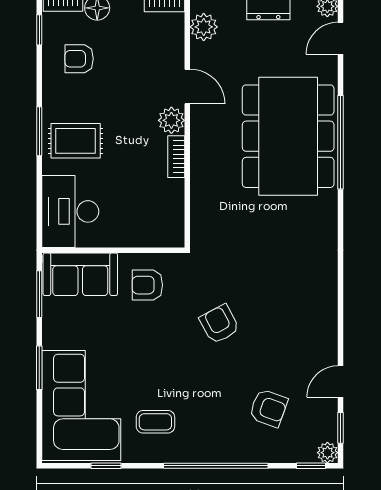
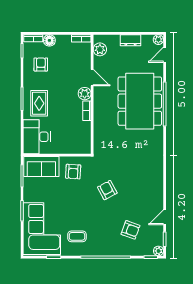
armchair: (79, 59) -> (41, 64), turned 90
rug: (76, 141) -> (39, 103), turned 90
armchair: (147, 285) -> (73, 172), turned -87

